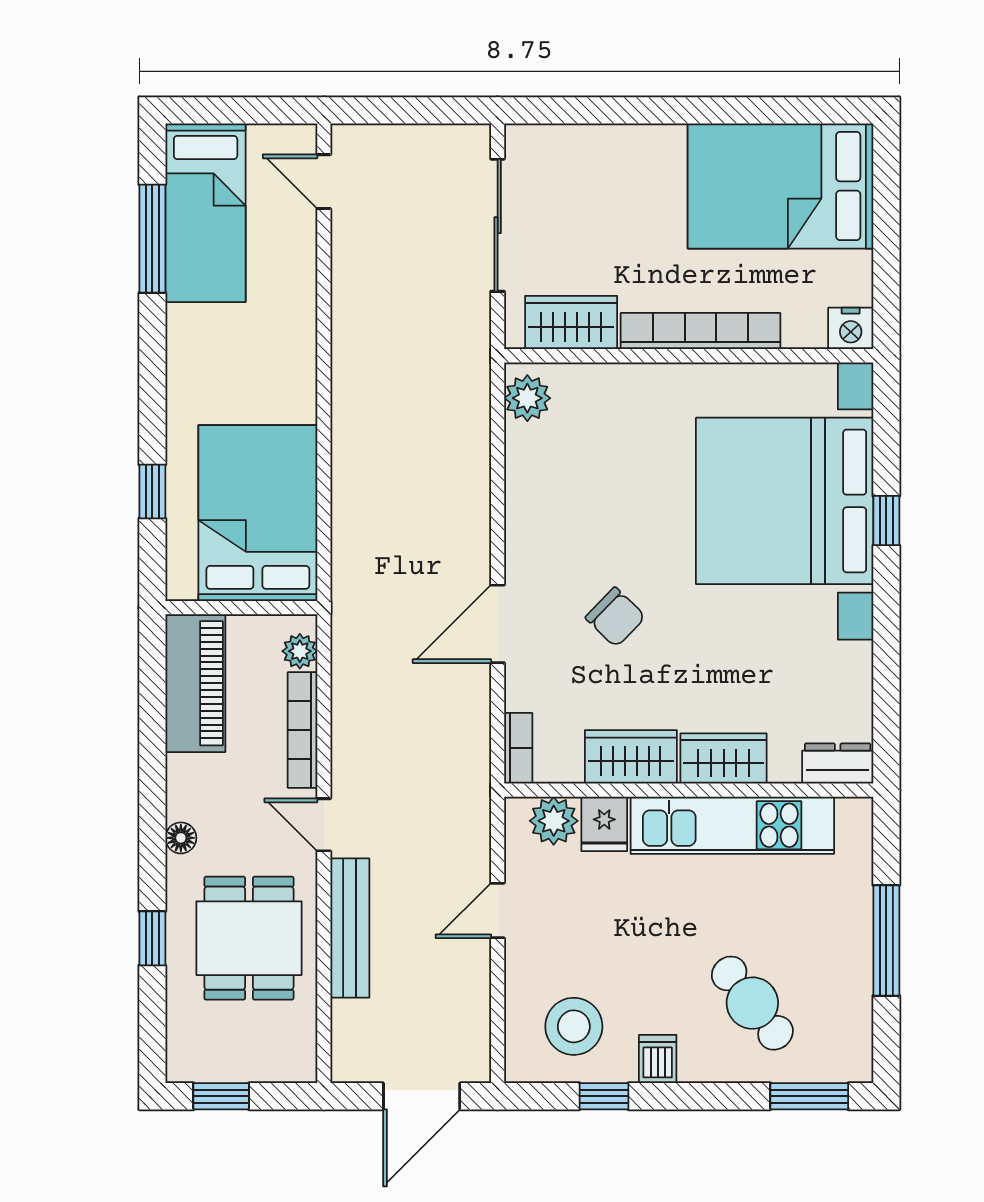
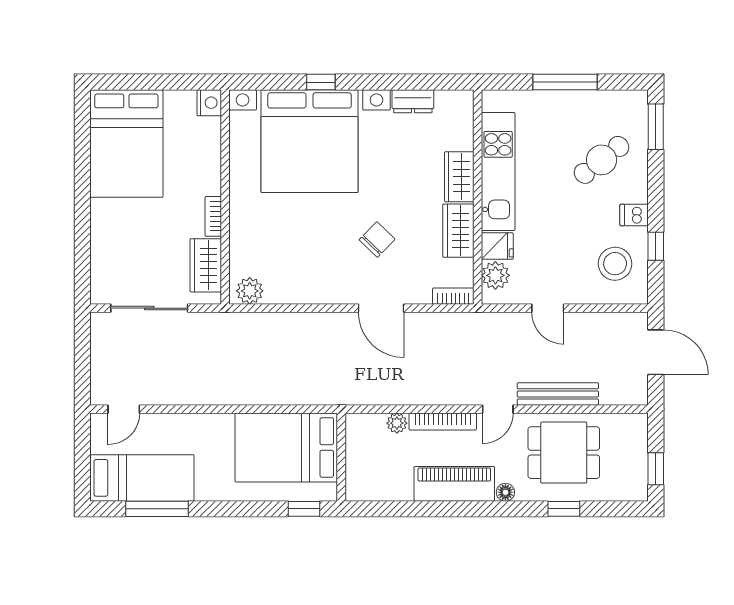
bookcase: (701, 331) -> (213, 216), width x0.43, depth x0.76
bed: (258, 513) -> (286, 447), moved
wall: (241, 608) -> (341, 457), moved
piano: (195, 683) -> (454, 484), moved
dresser: (838, 764) -> (413, 101), moved, turned -90

